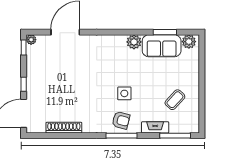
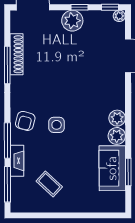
plant: (189, 42) -> (117, 118), moved
plant: (35, 80) -> (72, 21), added
window: (24, 84) -> (79, 7), moved
window: (73, 136) -> (7, 65), added
window: (122, 136) -> (7, 140), moved

